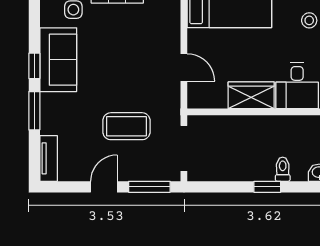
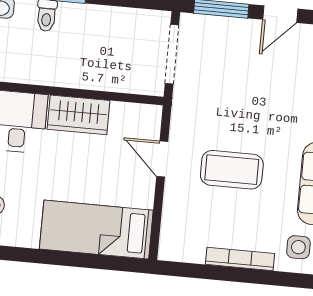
coffee table: (126, 126) -> (232, 170), moved

